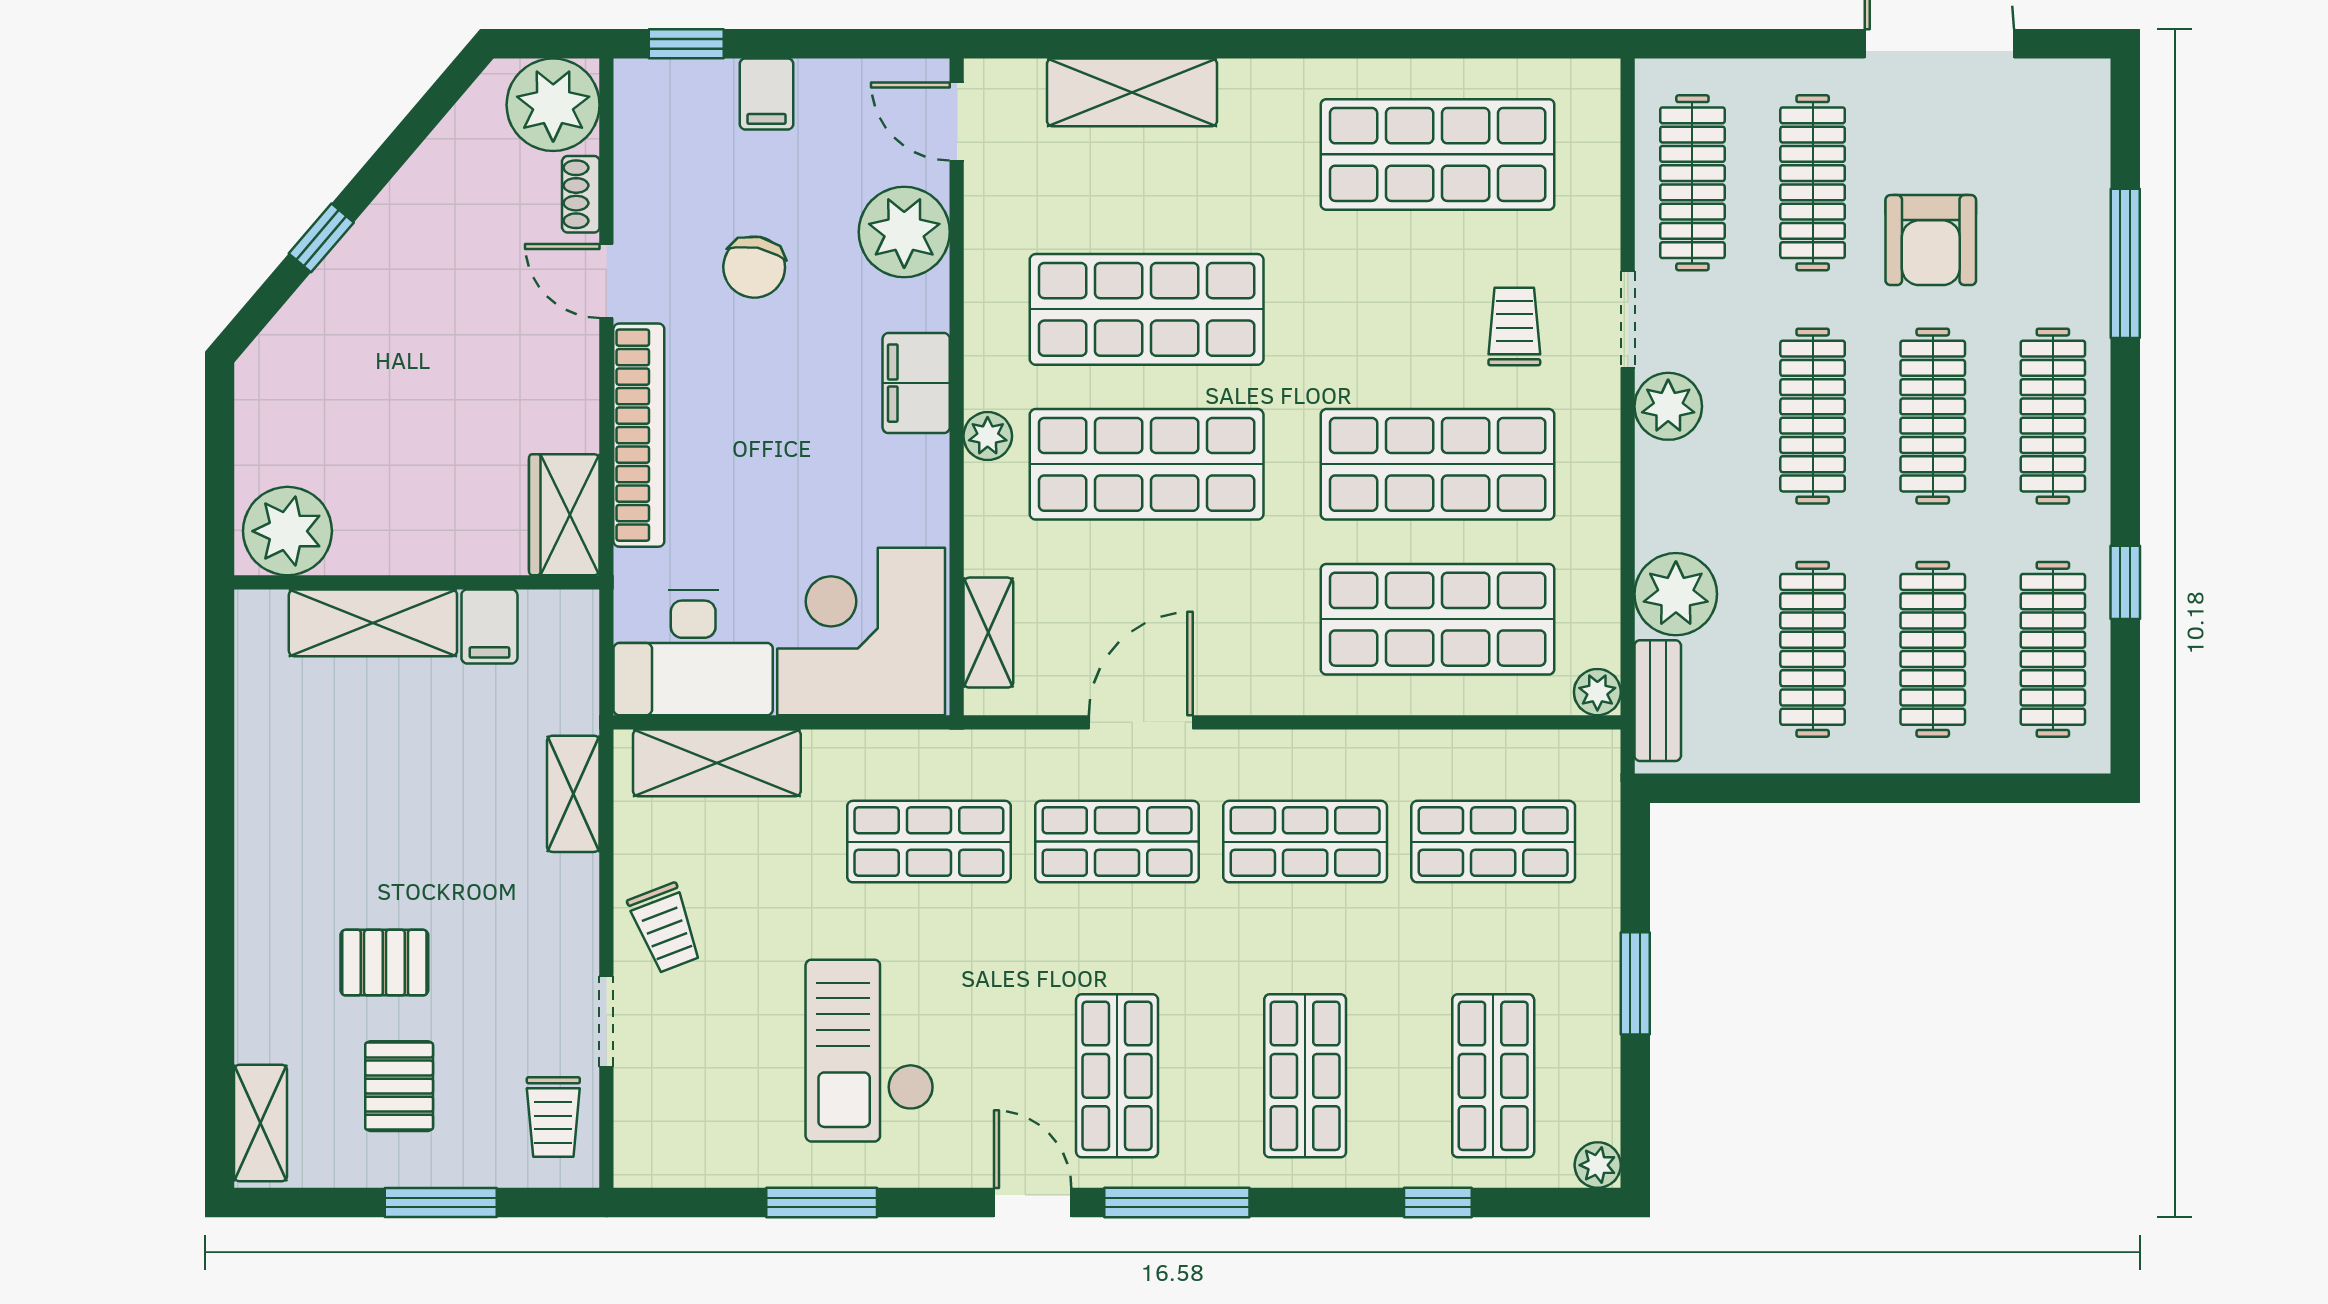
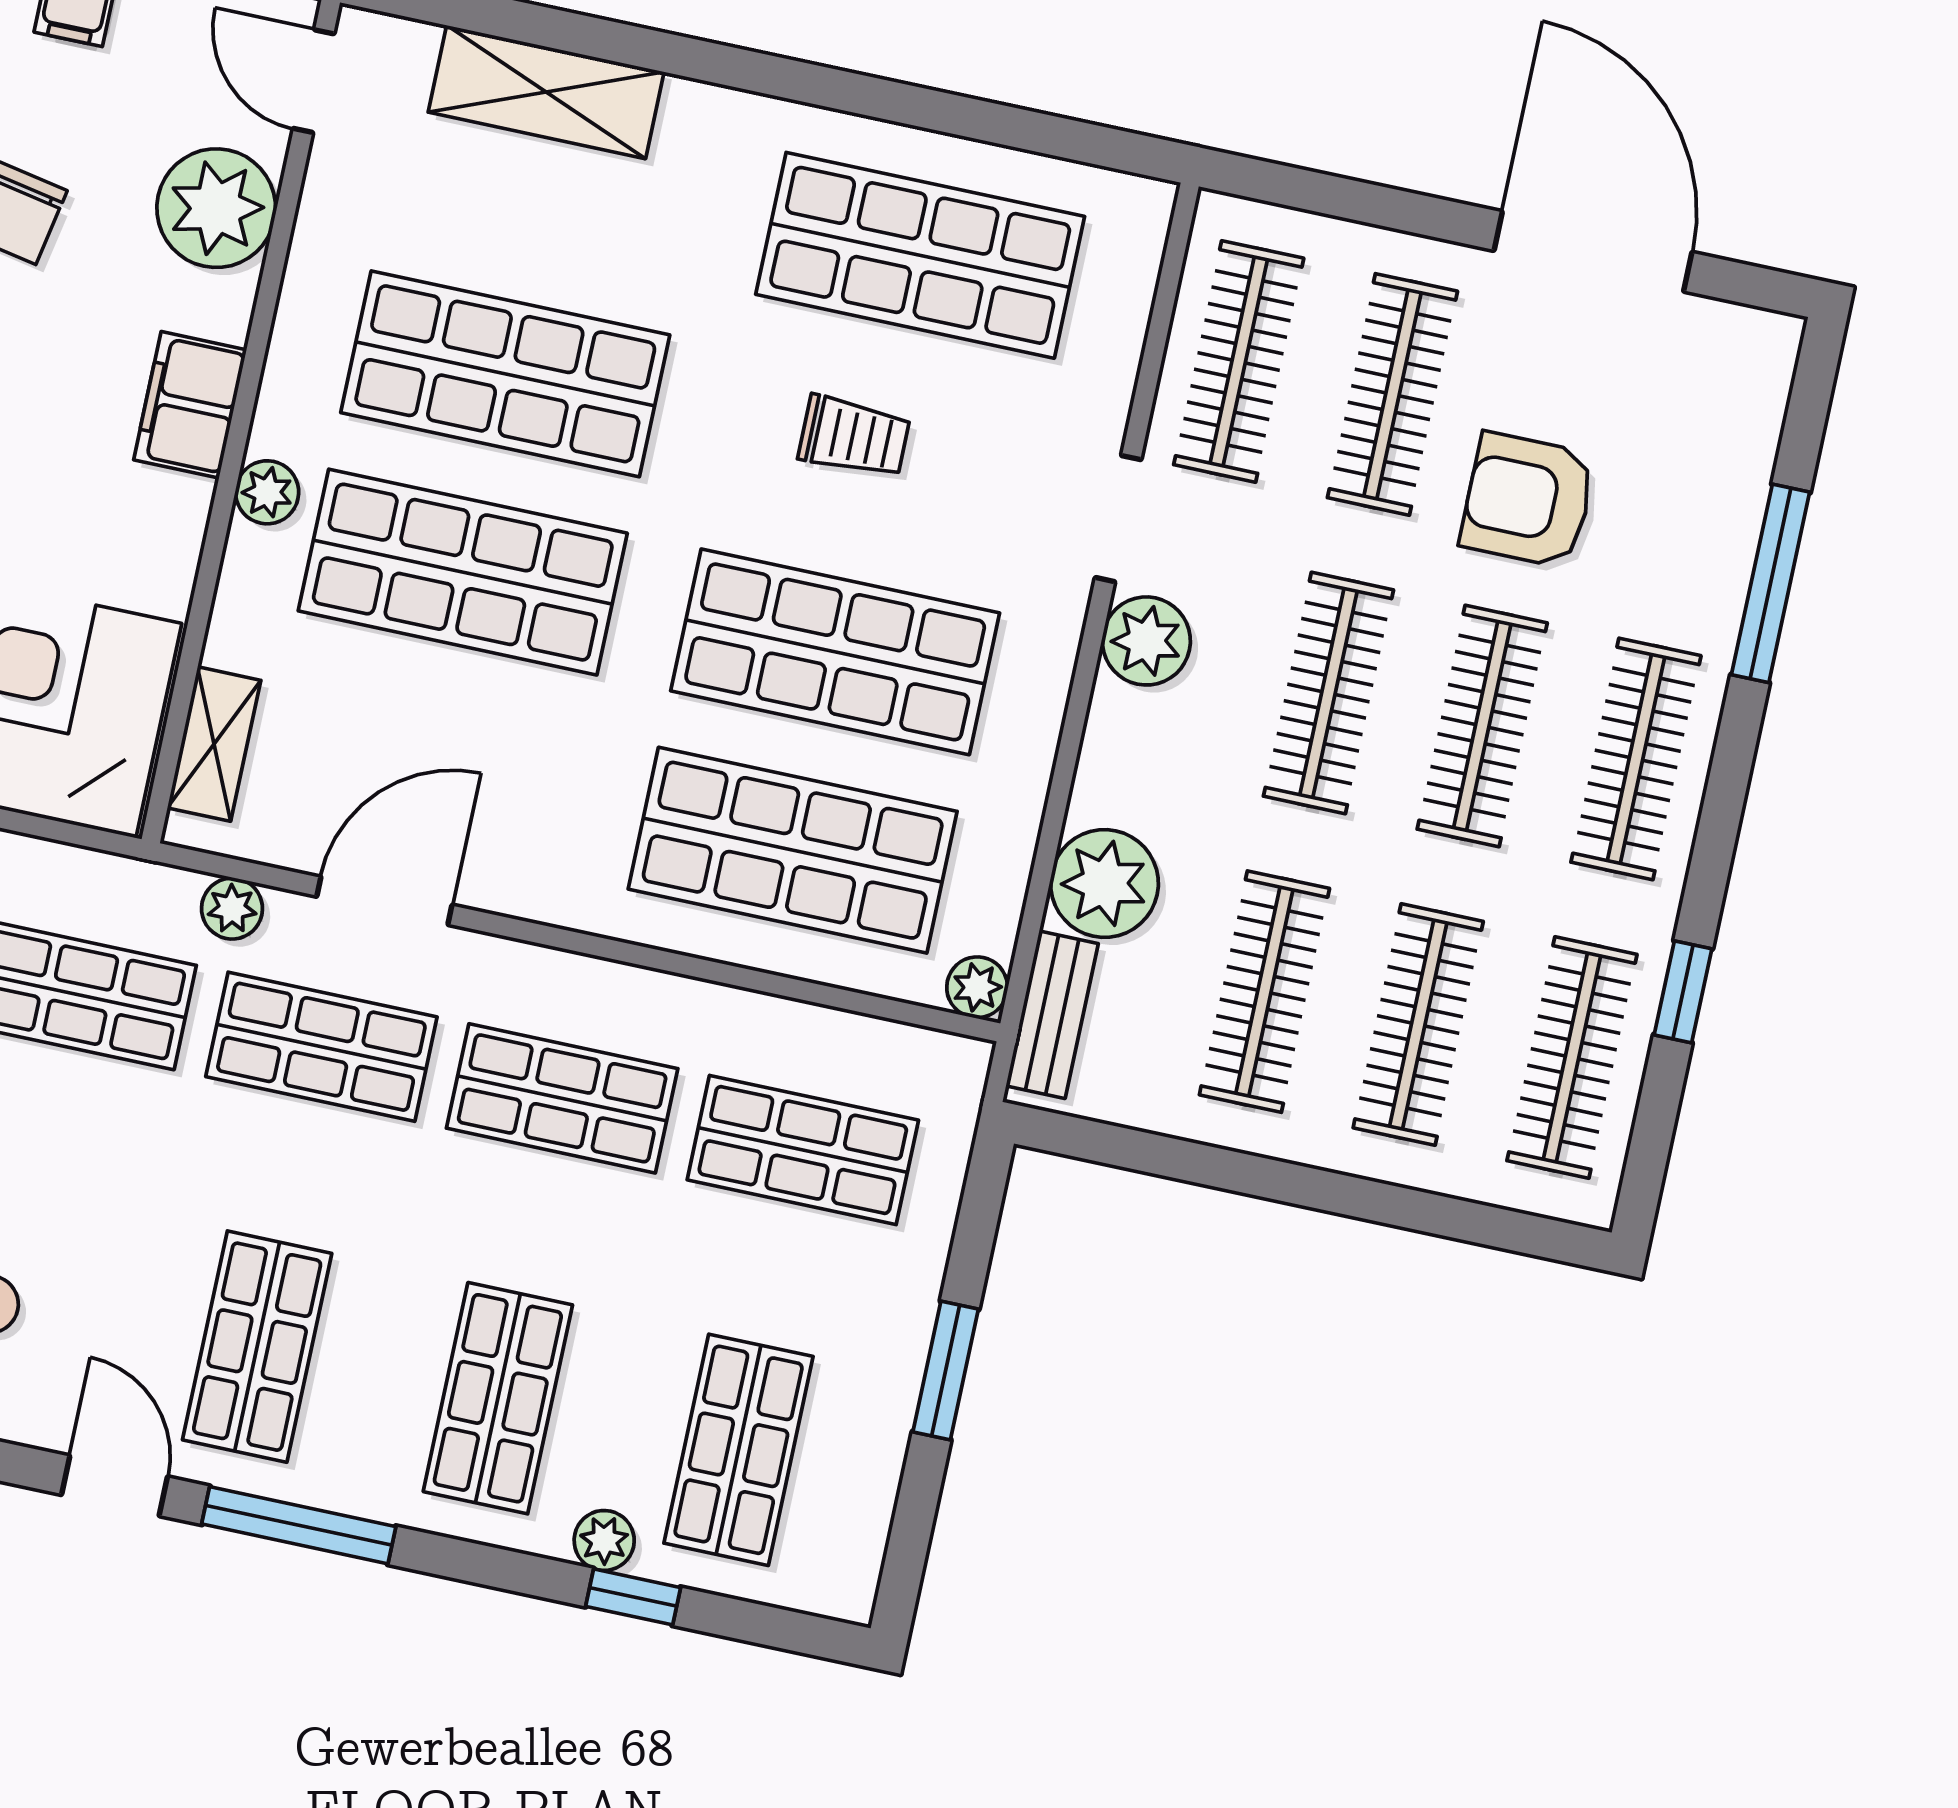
armchair: (1931, 240) -> (1528, 500), turned 90
trolley: (1514, 326) -> (854, 437), moved, turned 90
plant: (1028, 753) -> (232, 909), added
plant: (1598, 1165) -> (604, 1540), moved

